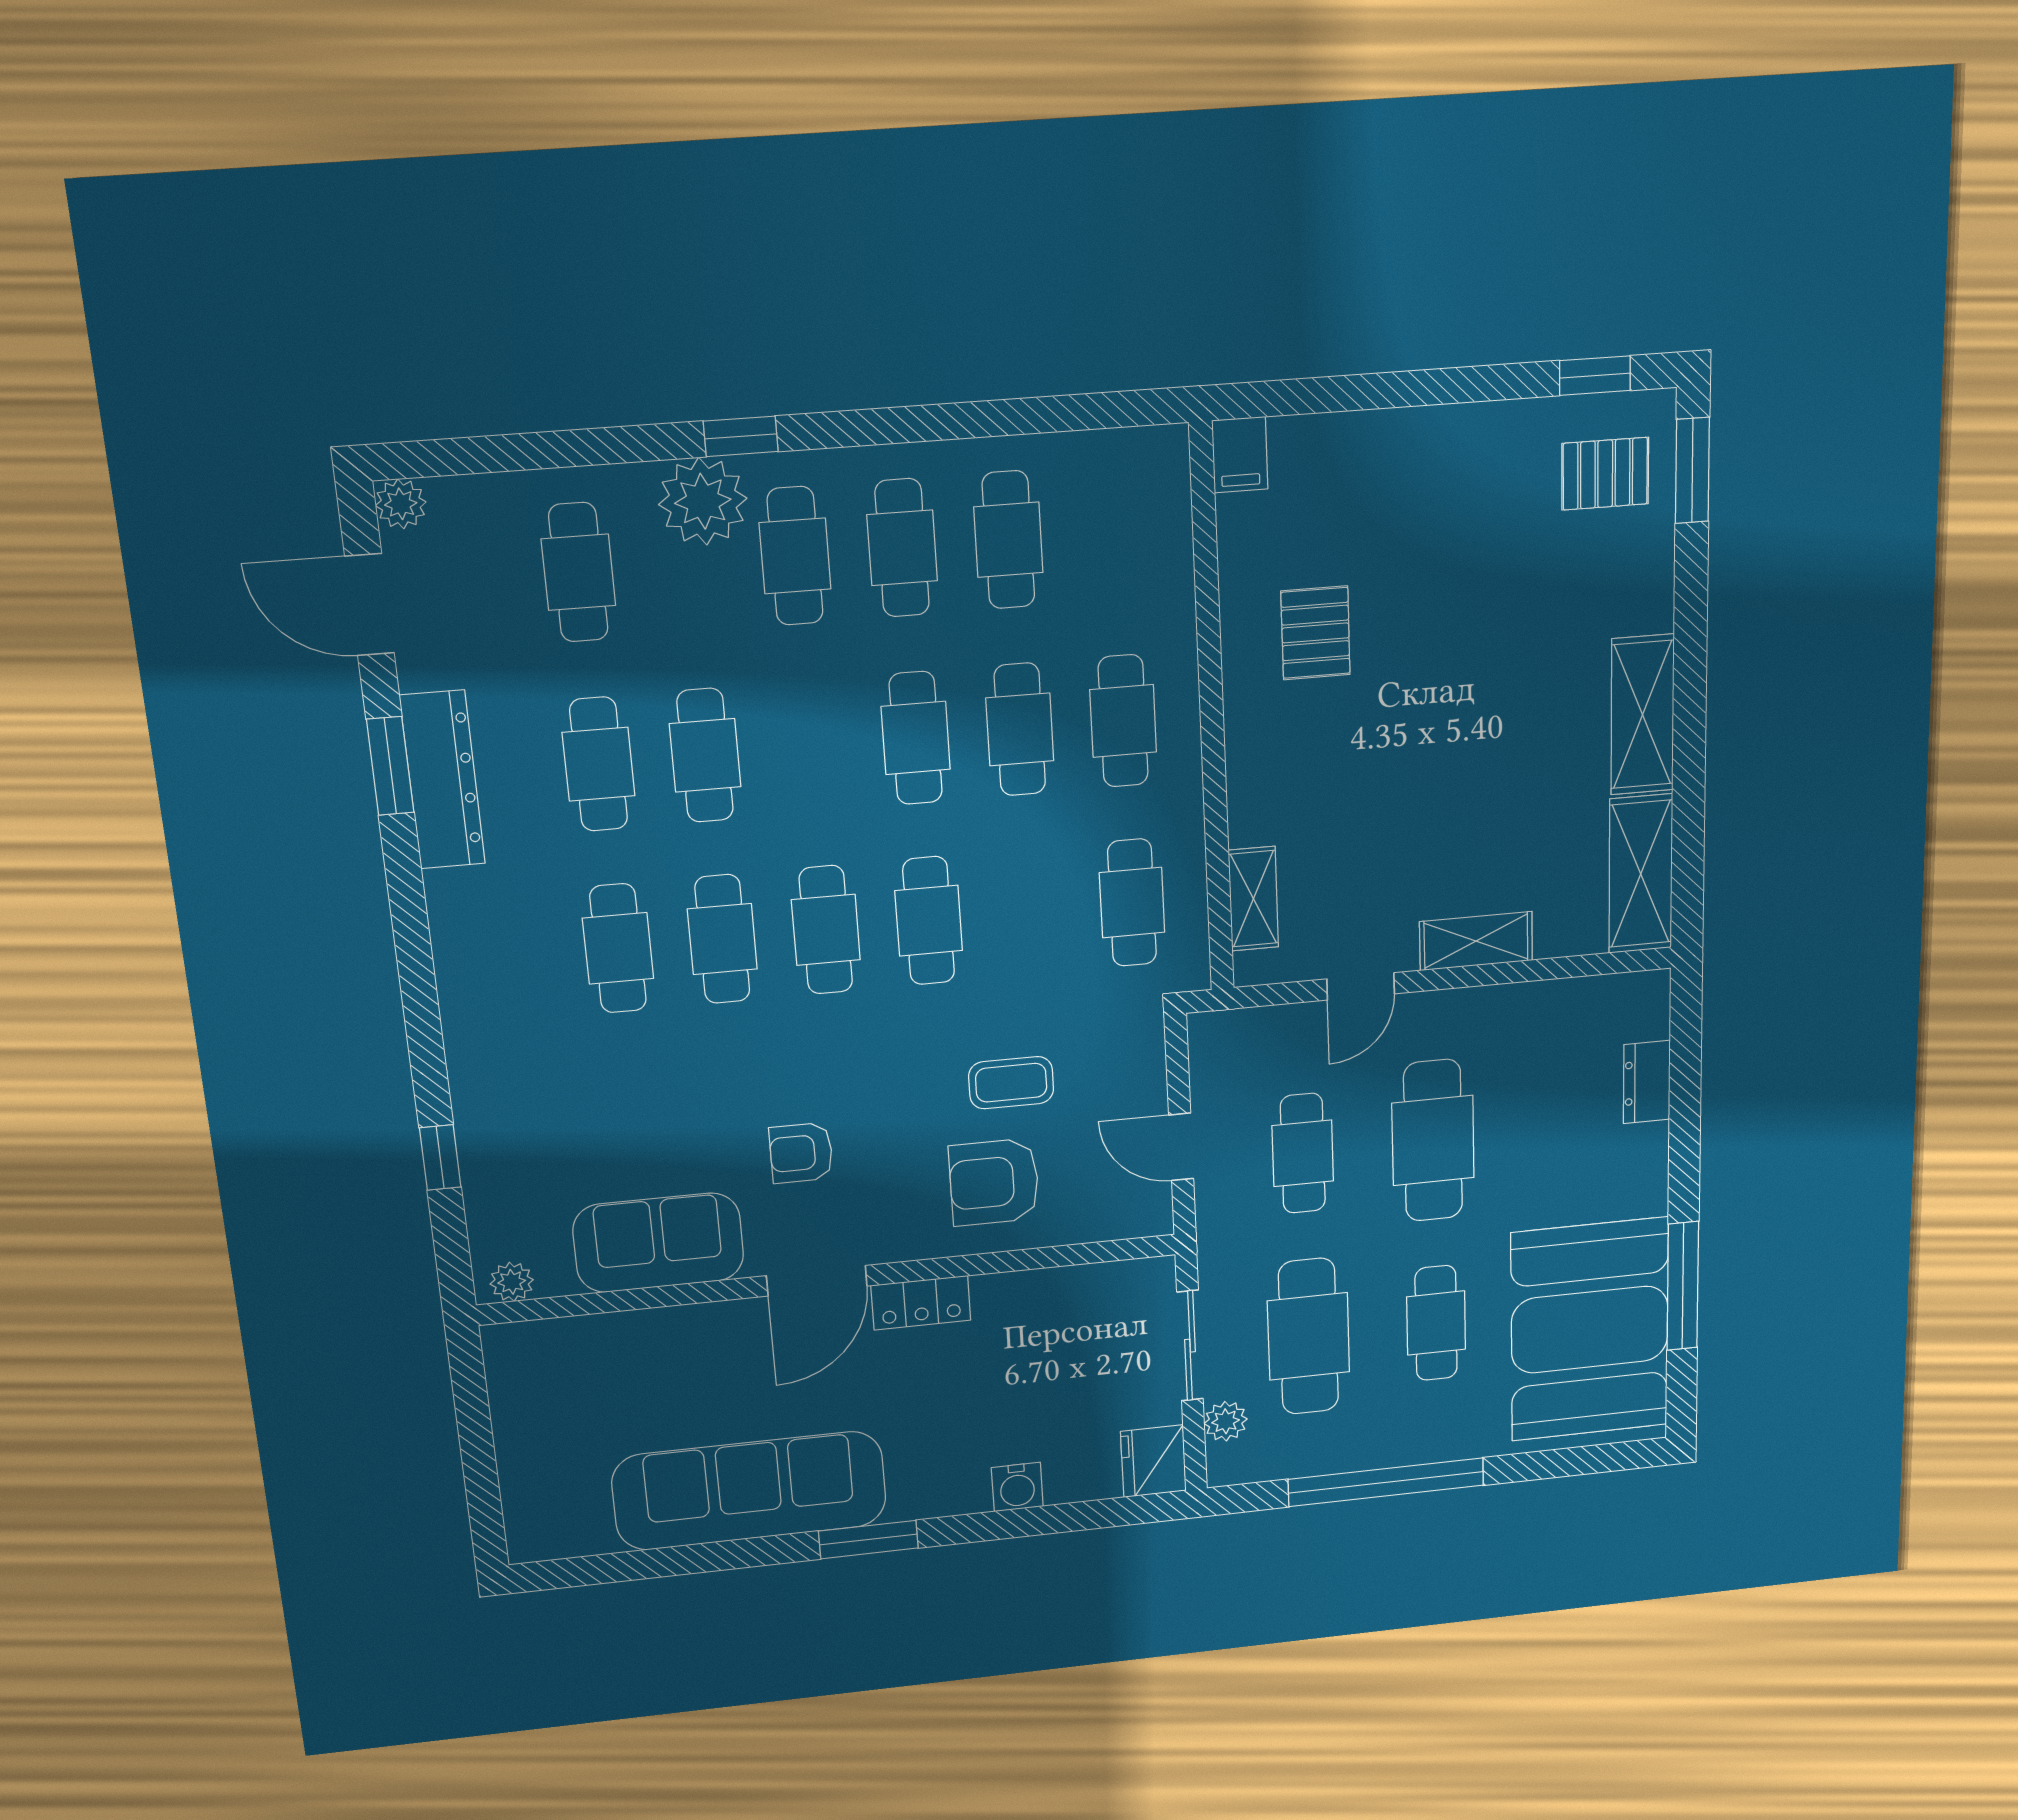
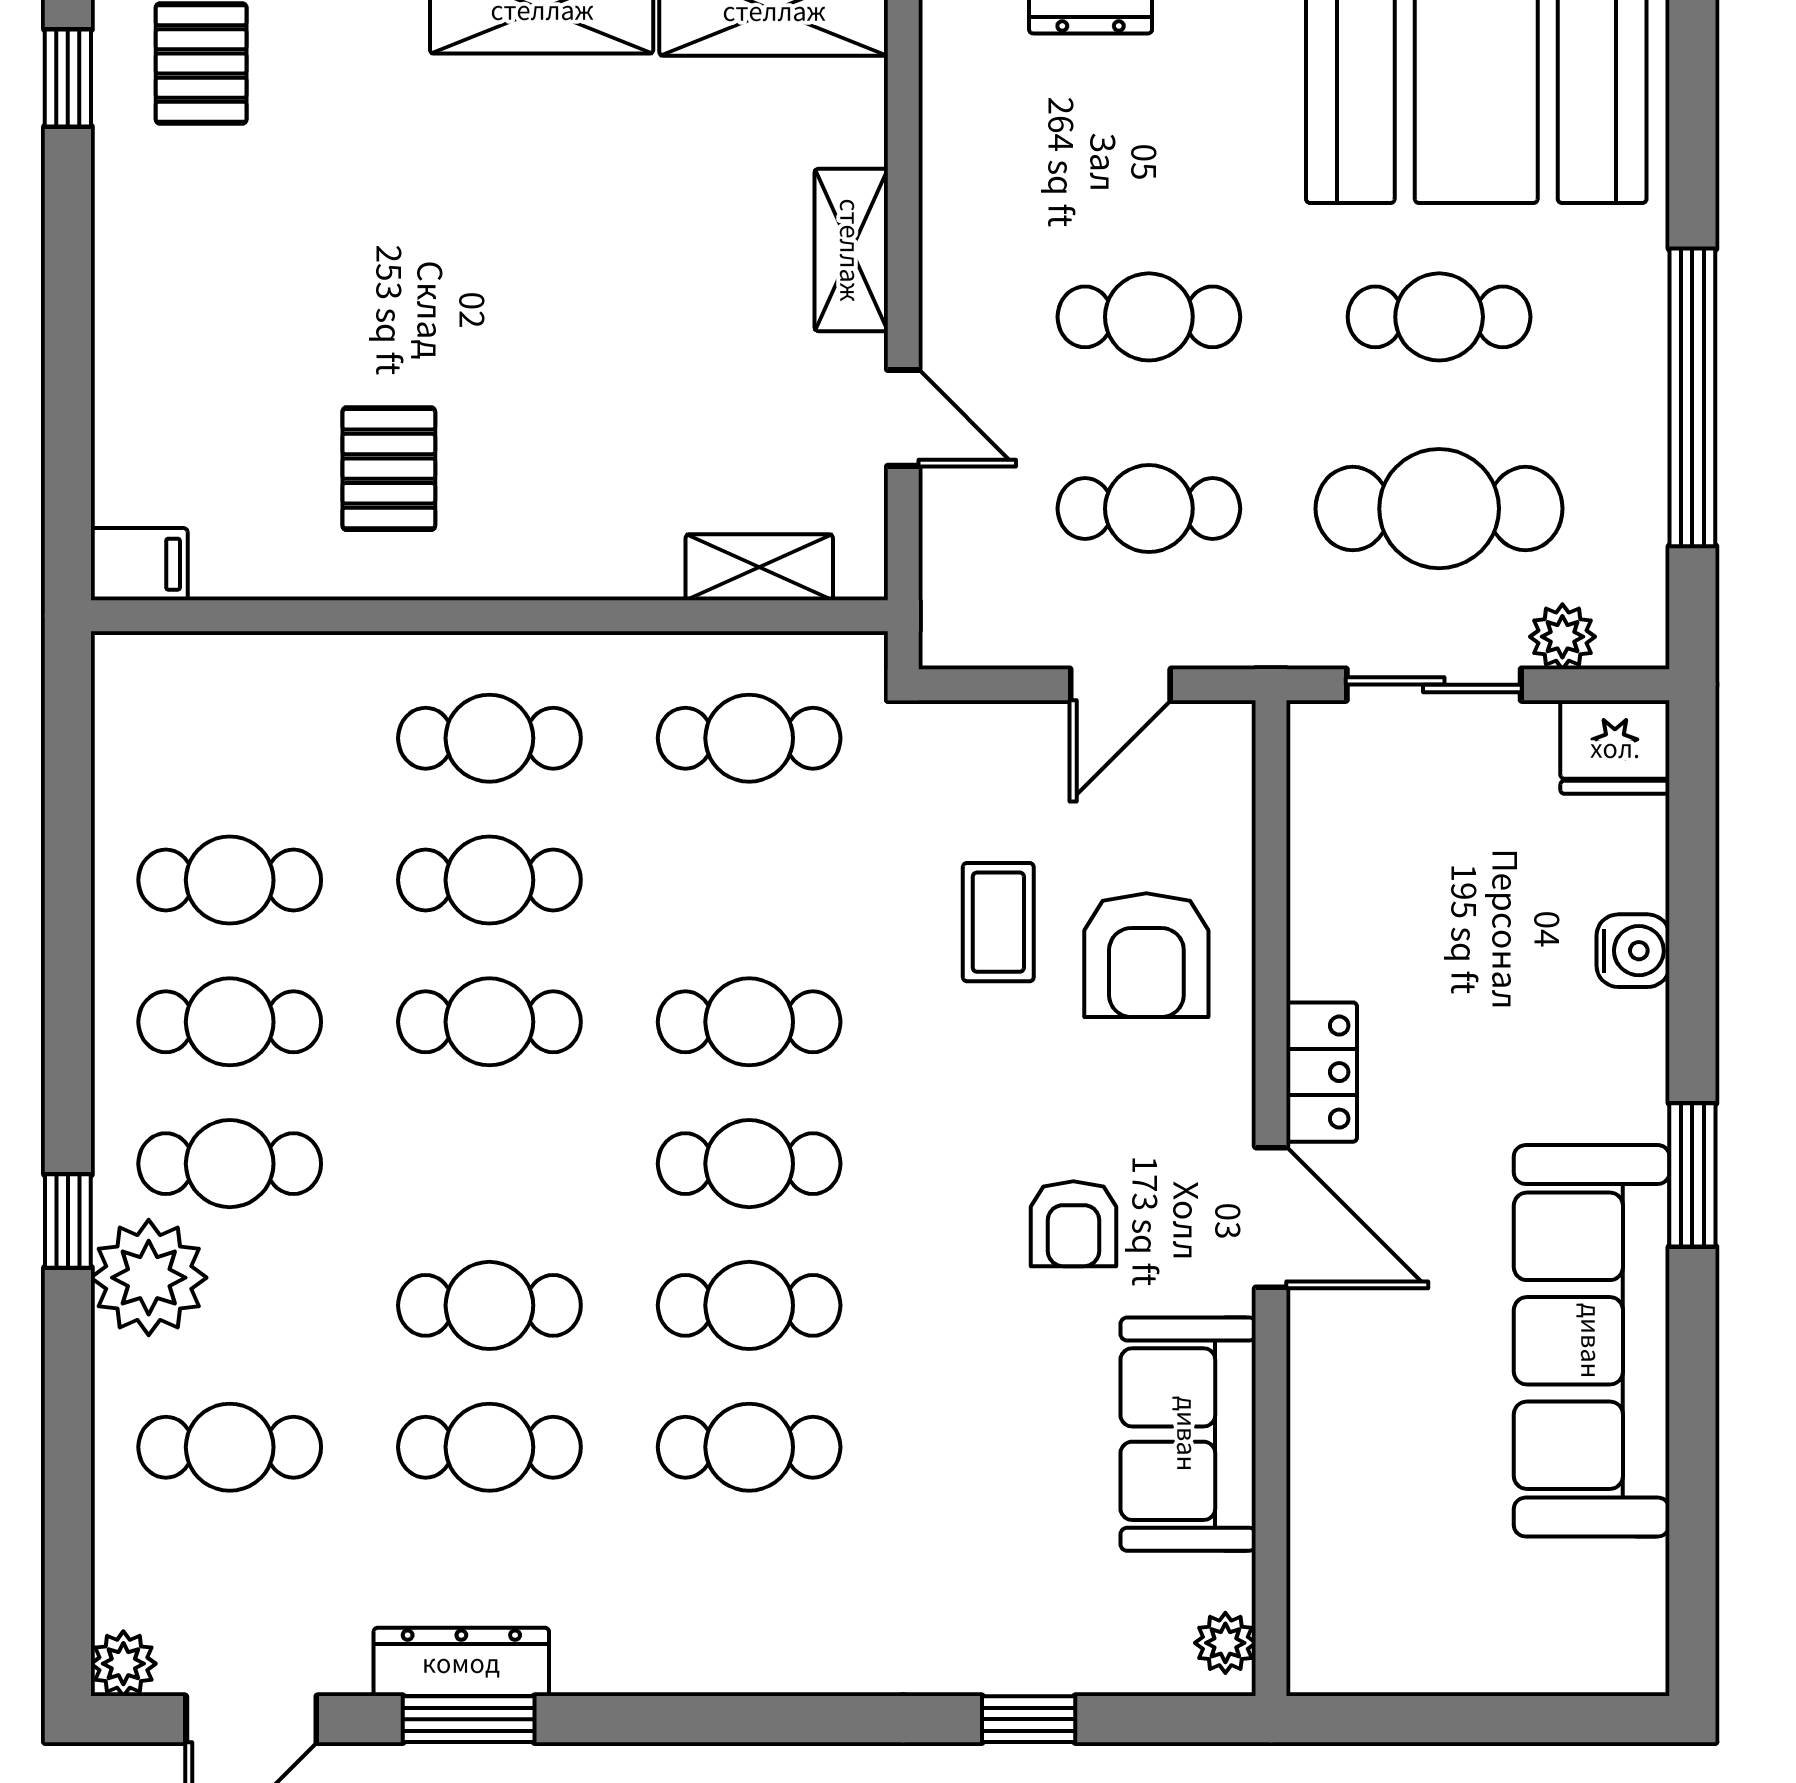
pallet: (1316, 633) -> (389, 469), turned 90
dresser: (443, 780) -> (461, 1662), width x0.73, depth x0.80
cafe table: (1433, 1140) -> (1149, 317), width x0.73, depth x0.74

